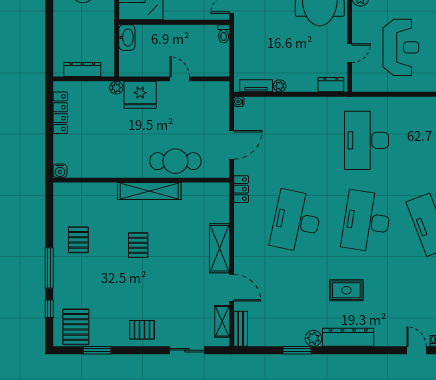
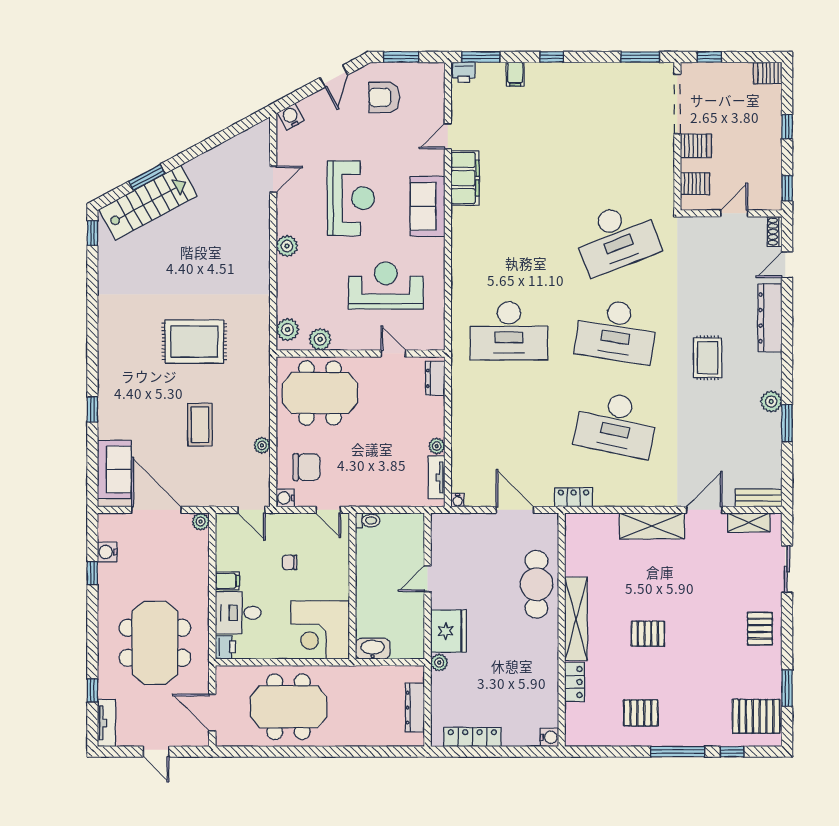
locker: (102, 190) -> (575, 682), added
dresser: (348, 337) -> (770, 318), moved

